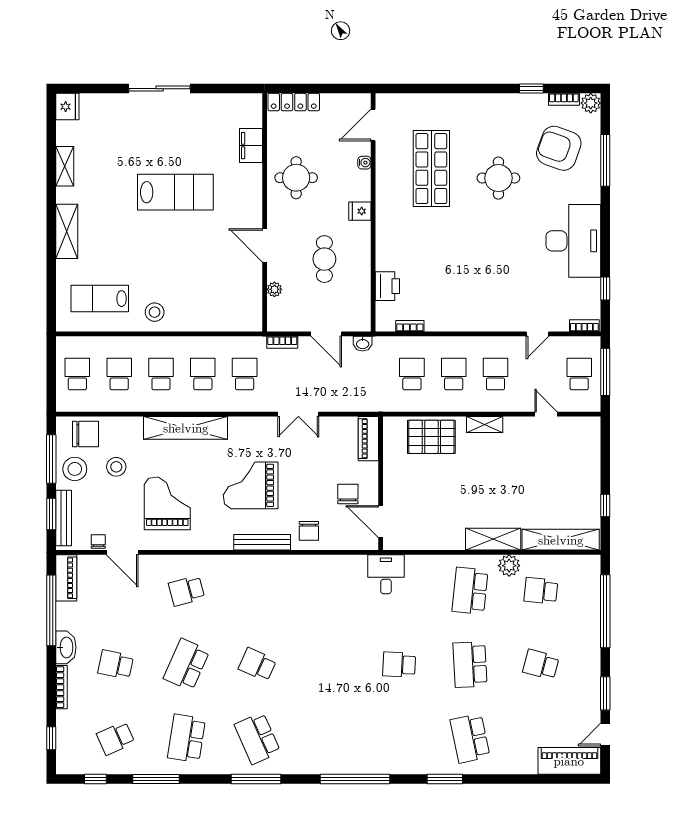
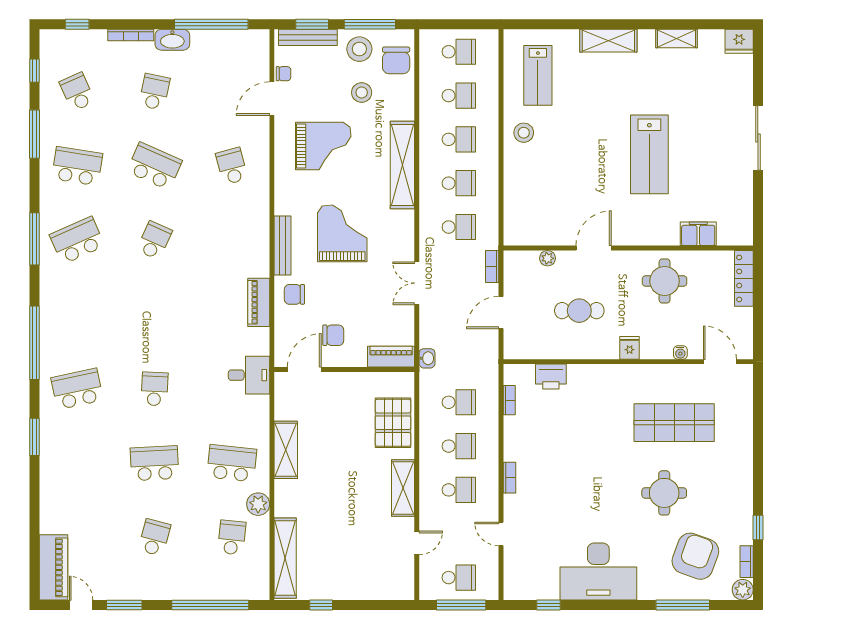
lab bench: (100, 299) -> (538, 75), turned 180
bookcase: (584, 326) -> (510, 478), moved
washbasin: (363, 344) -> (427, 358), moved, turned 180
shelving: (485, 425) -> (403, 488), width x1.50, depth x1.33
shelving: (493, 539) -> (286, 450), moved
piano: (66, 578) -> (259, 302), moved, turned 90
school desk: (470, 738) -> (77, 389), moved

